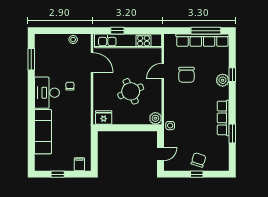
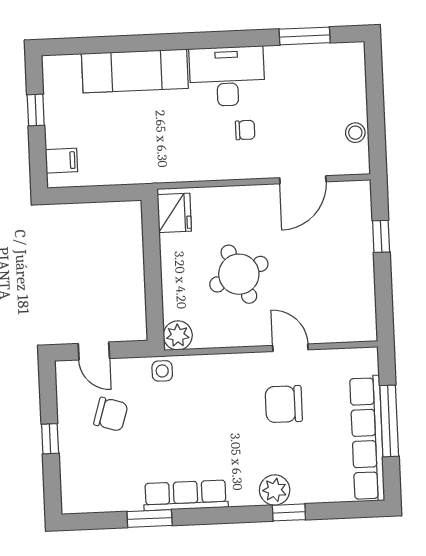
window: (206, 31) -> (389, 421), moved
kitchen unit: (128, 41) -> (358, 263), removed
chair: (198, 160) -> (111, 414), moved

